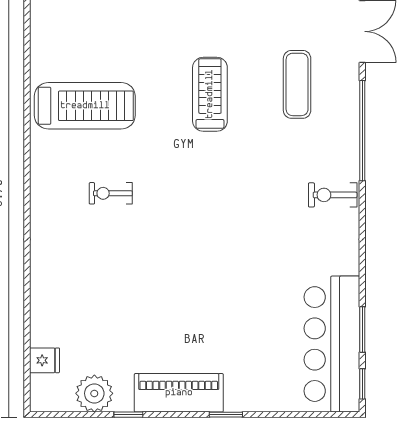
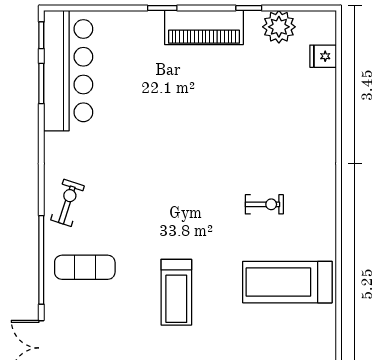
exercise mat: (297, 84) -> (85, 267), moved, turned 90
exercise bike: (333, 195) -> (67, 203), turned -72

